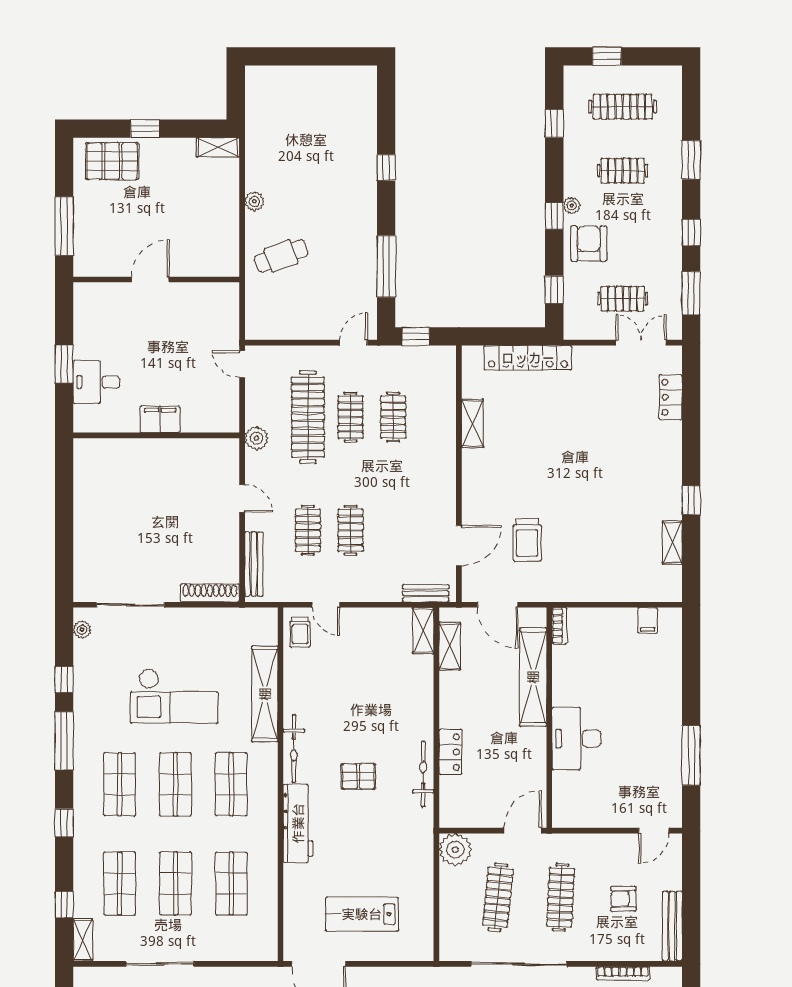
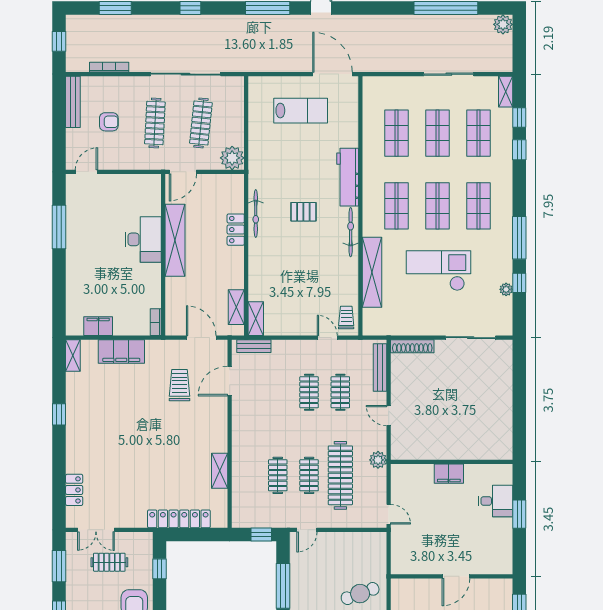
shelving: (672, 542) -> (73, 356), moved
filing cabinet: (606, 586) -> (121, 352), added
filing cabinet: (648, 620) -> (98, 326), width x2.00
plant: (82, 630) -> (506, 289), moved
shelving: (533, 677) -> (175, 240), moved
window: (64, 823) -> (519, 150), moved

